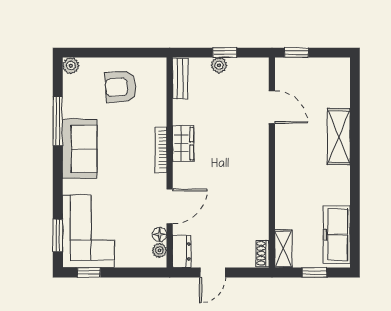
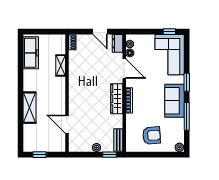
window: (225, 53) -> (109, 155), moved
window: (296, 53) -> (40, 155), moved
wardrobe: (183, 144) -> (117, 99), width x1.50
door: (170, 206) -> (124, 69), swing flipped
window: (58, 236) -> (187, 82), moved
shelving: (283, 249) -> (61, 65), moved
door: (213, 273) -> (100, 32), swing flipped
window: (315, 273) -> (43, 32), removed

